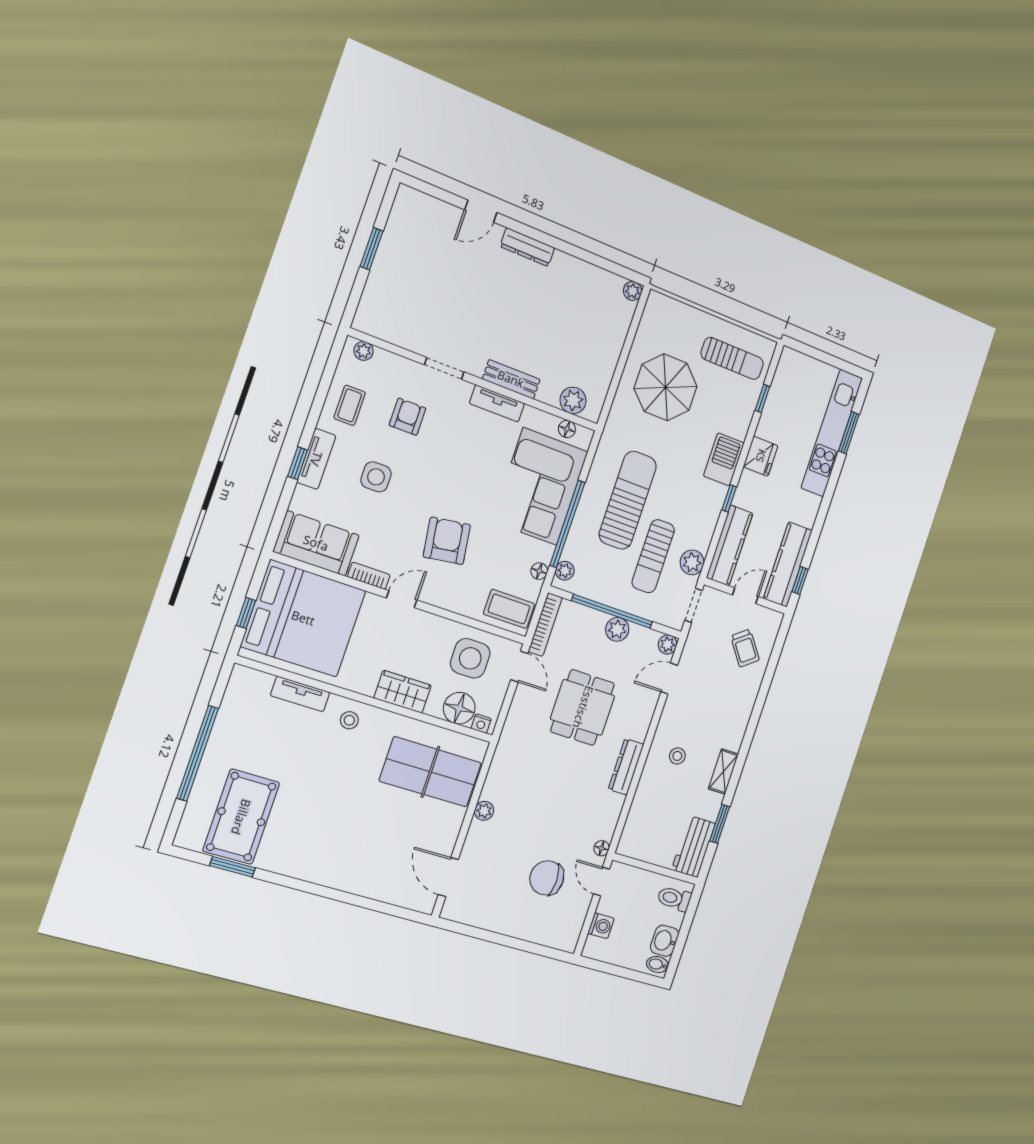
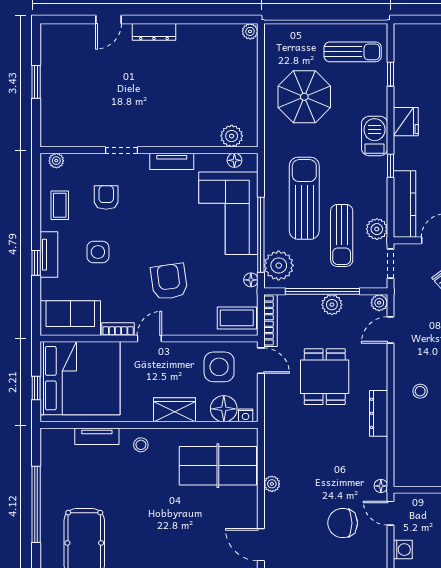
bench: (511, 379) -> (177, 138), removed
plant: (565, 571) -> (279, 265), width x1.88, depth x1.88

